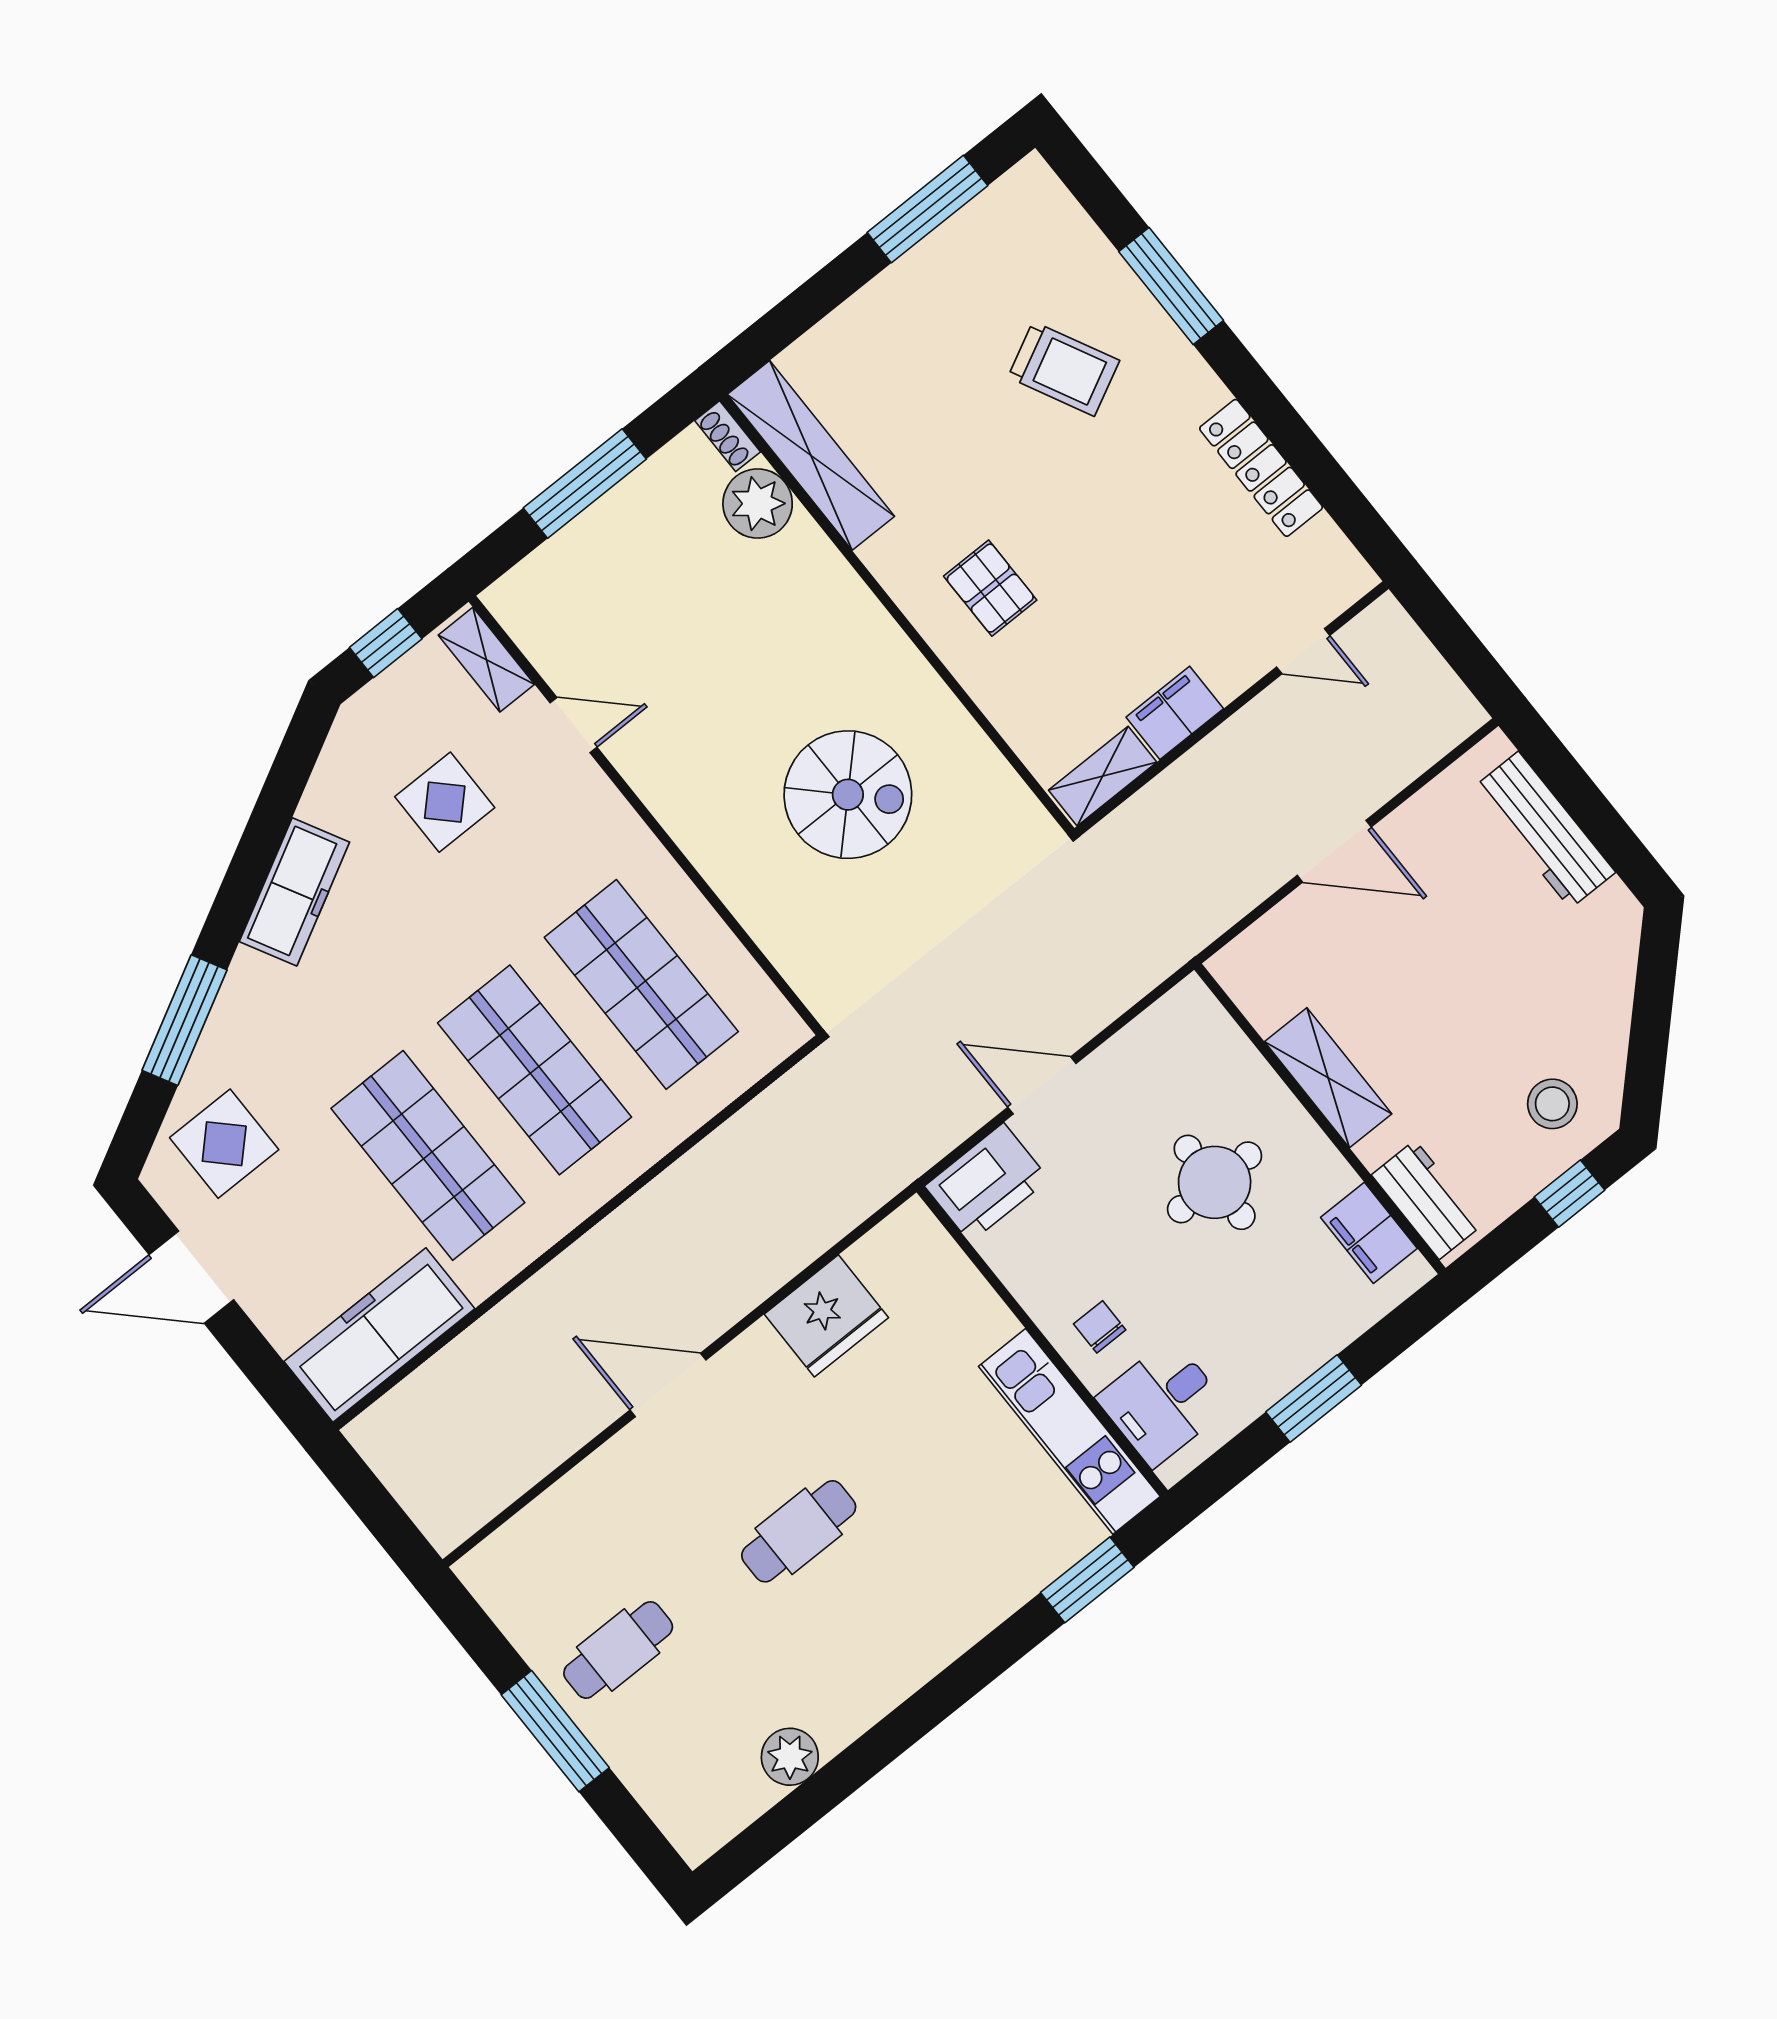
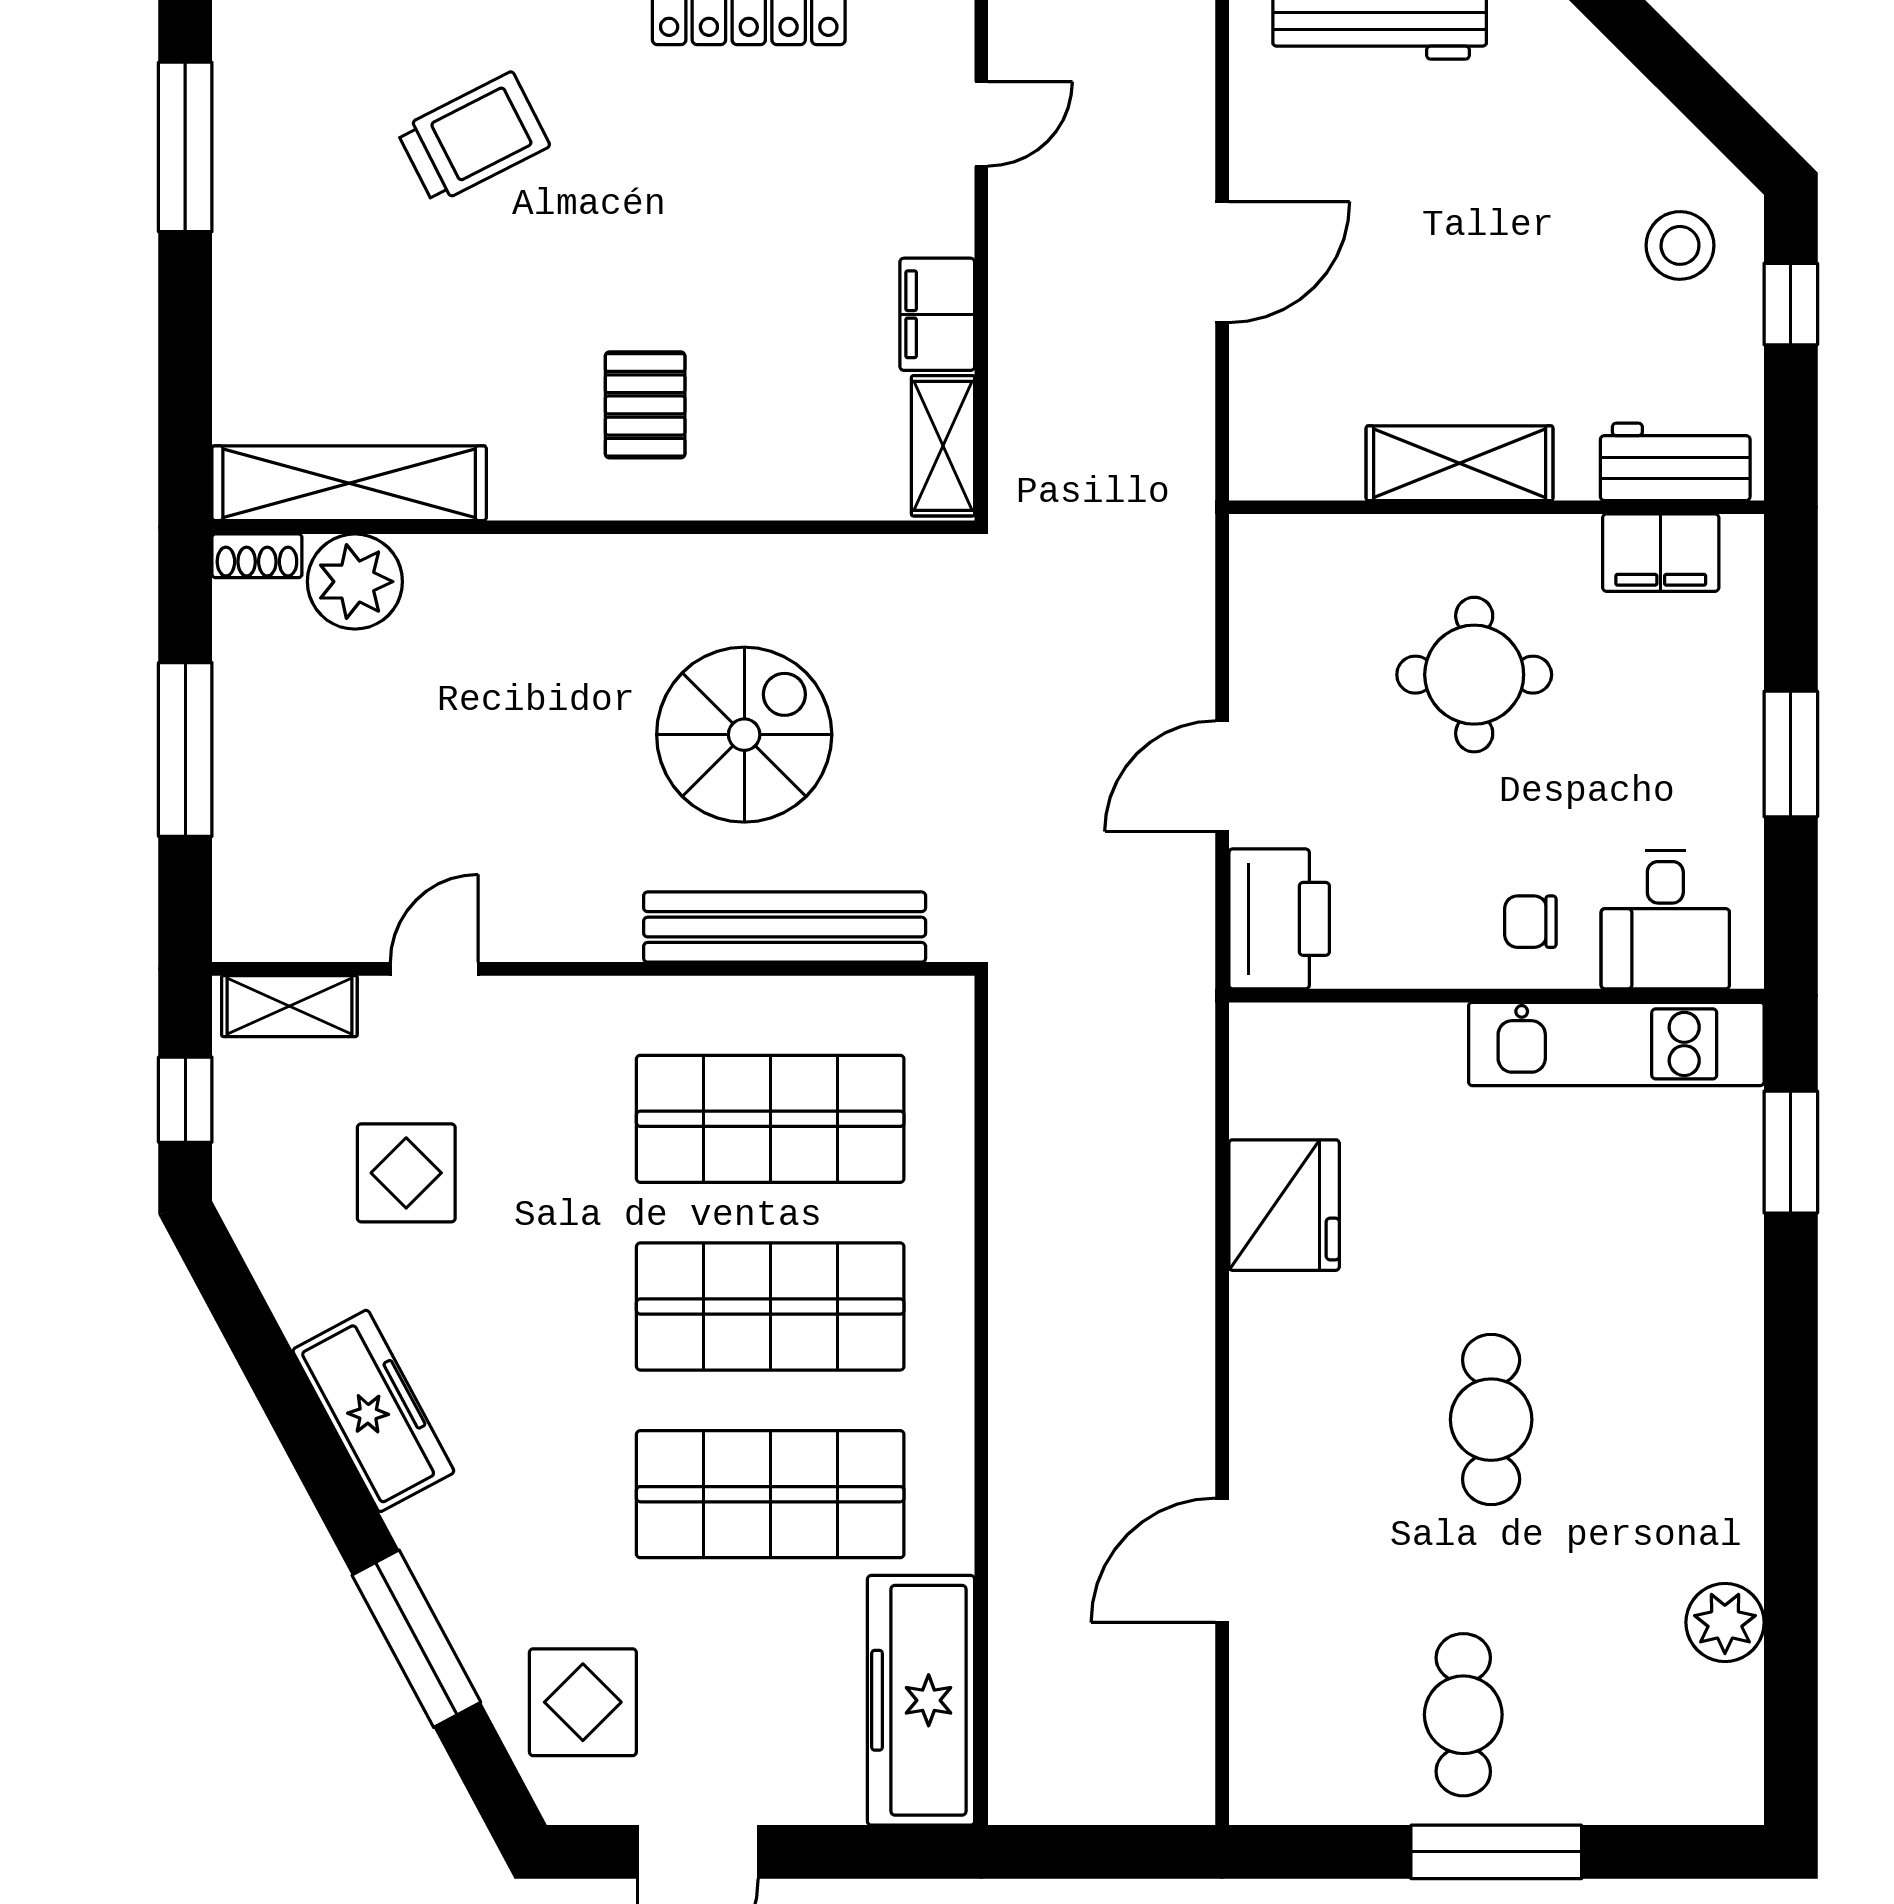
pallet: (990, 588) -> (645, 405), turned 90
bench: (757, 905) -> (785, 927), added
door: (668, 1385) -> (1222, 1560), moved

